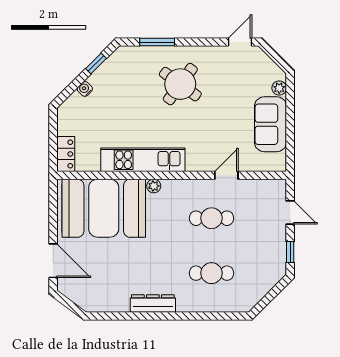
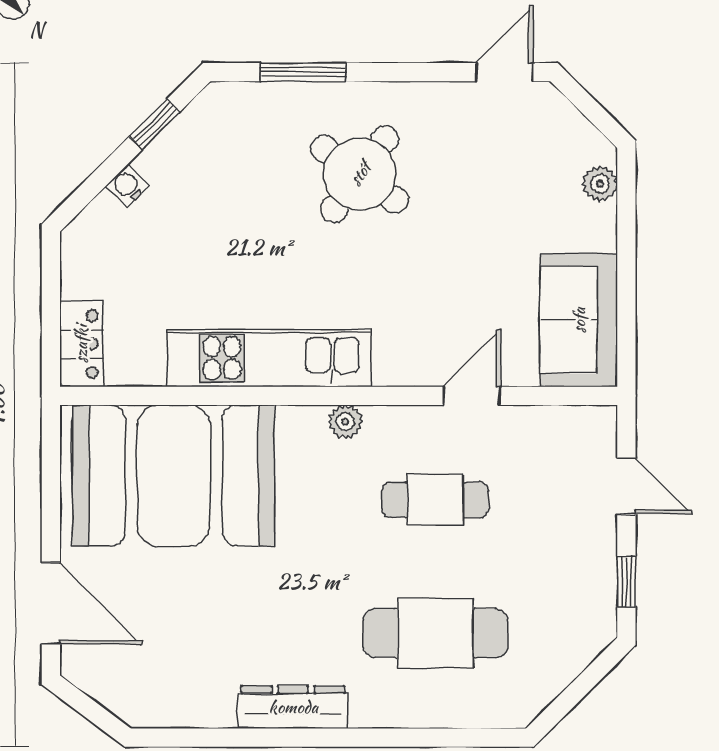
sofa: (270, 124) -> (579, 320), moved
plant: (154, 186) -> (345, 422), moved
cafe table: (211, 273) -> (435, 633), width x1.37, depth x1.35

